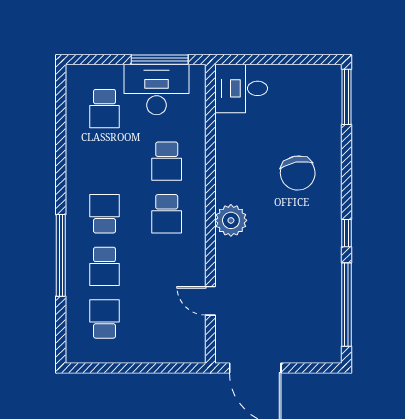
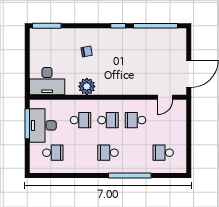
desk: (241, 88) -> (47, 81), width x1.37
chair: (298, 173) -> (87, 51), width x0.54, depth x0.54
plant: (231, 220) -> (87, 86), moved
school desk: (105, 266) -> (136, 120), moved, turned 180
door: (210, 301) -> (165, 97), moved

